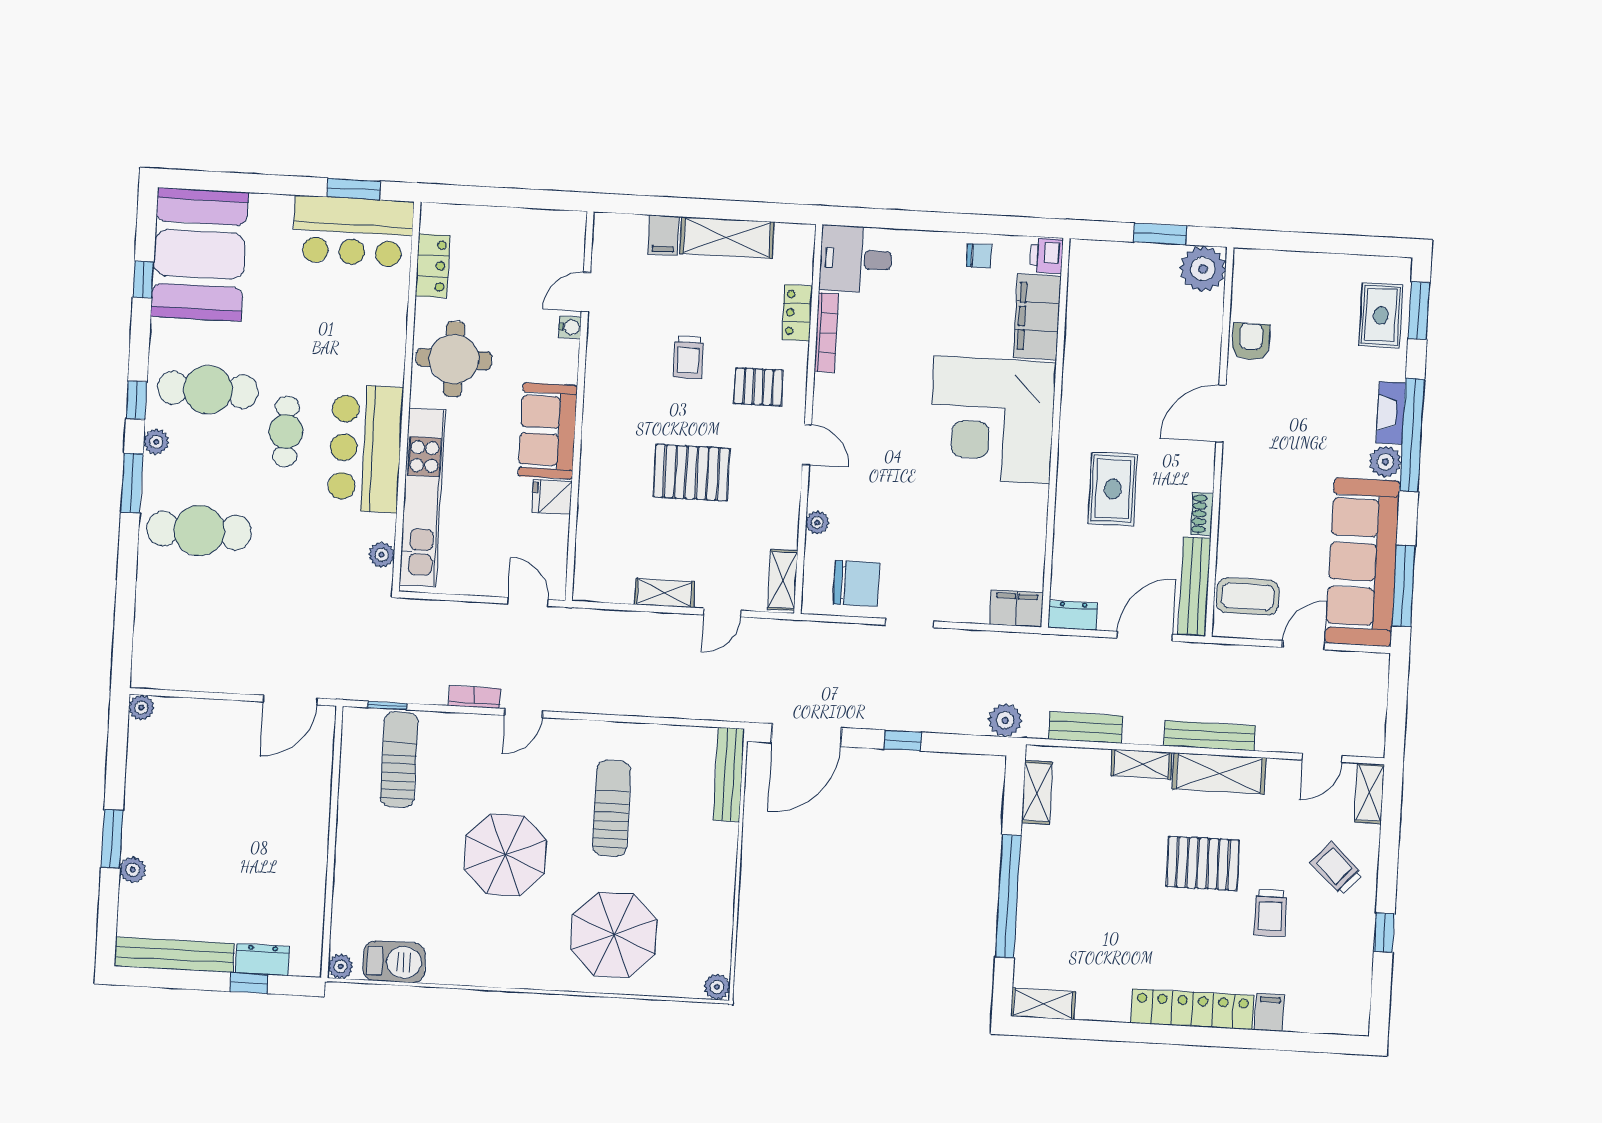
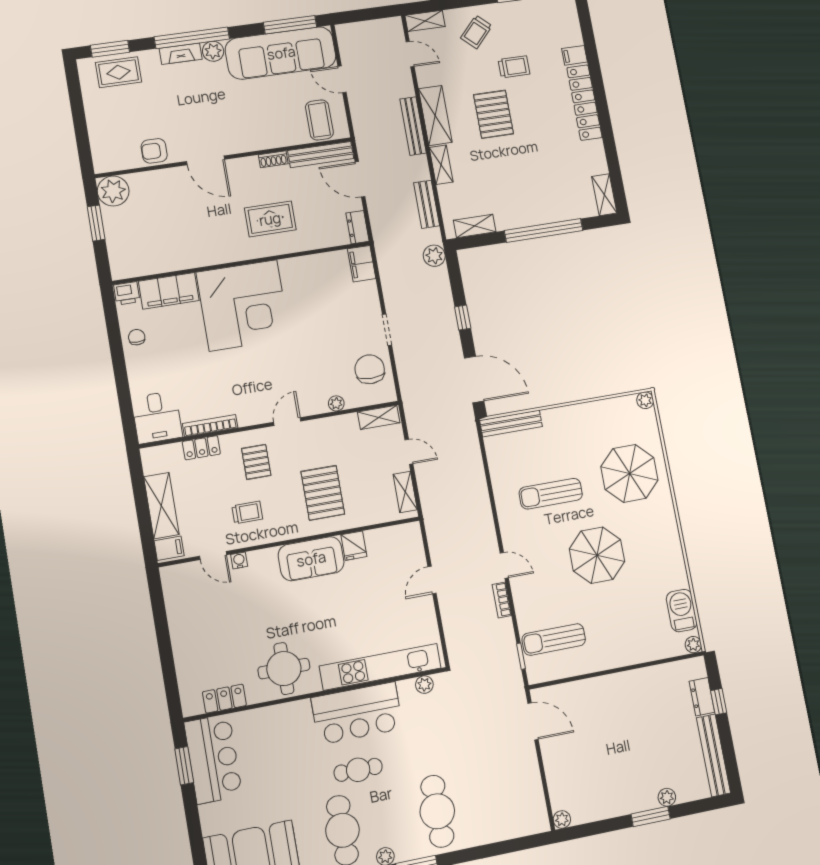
door: (586, 292) -> (213, 555), moved
water cooler: (570, 327) -> (239, 560), moved
wall: (580, 406) -> (290, 542), moved
sofa: (548, 431) -> (311, 559), moved
fridge: (552, 497) -> (354, 546), moved

